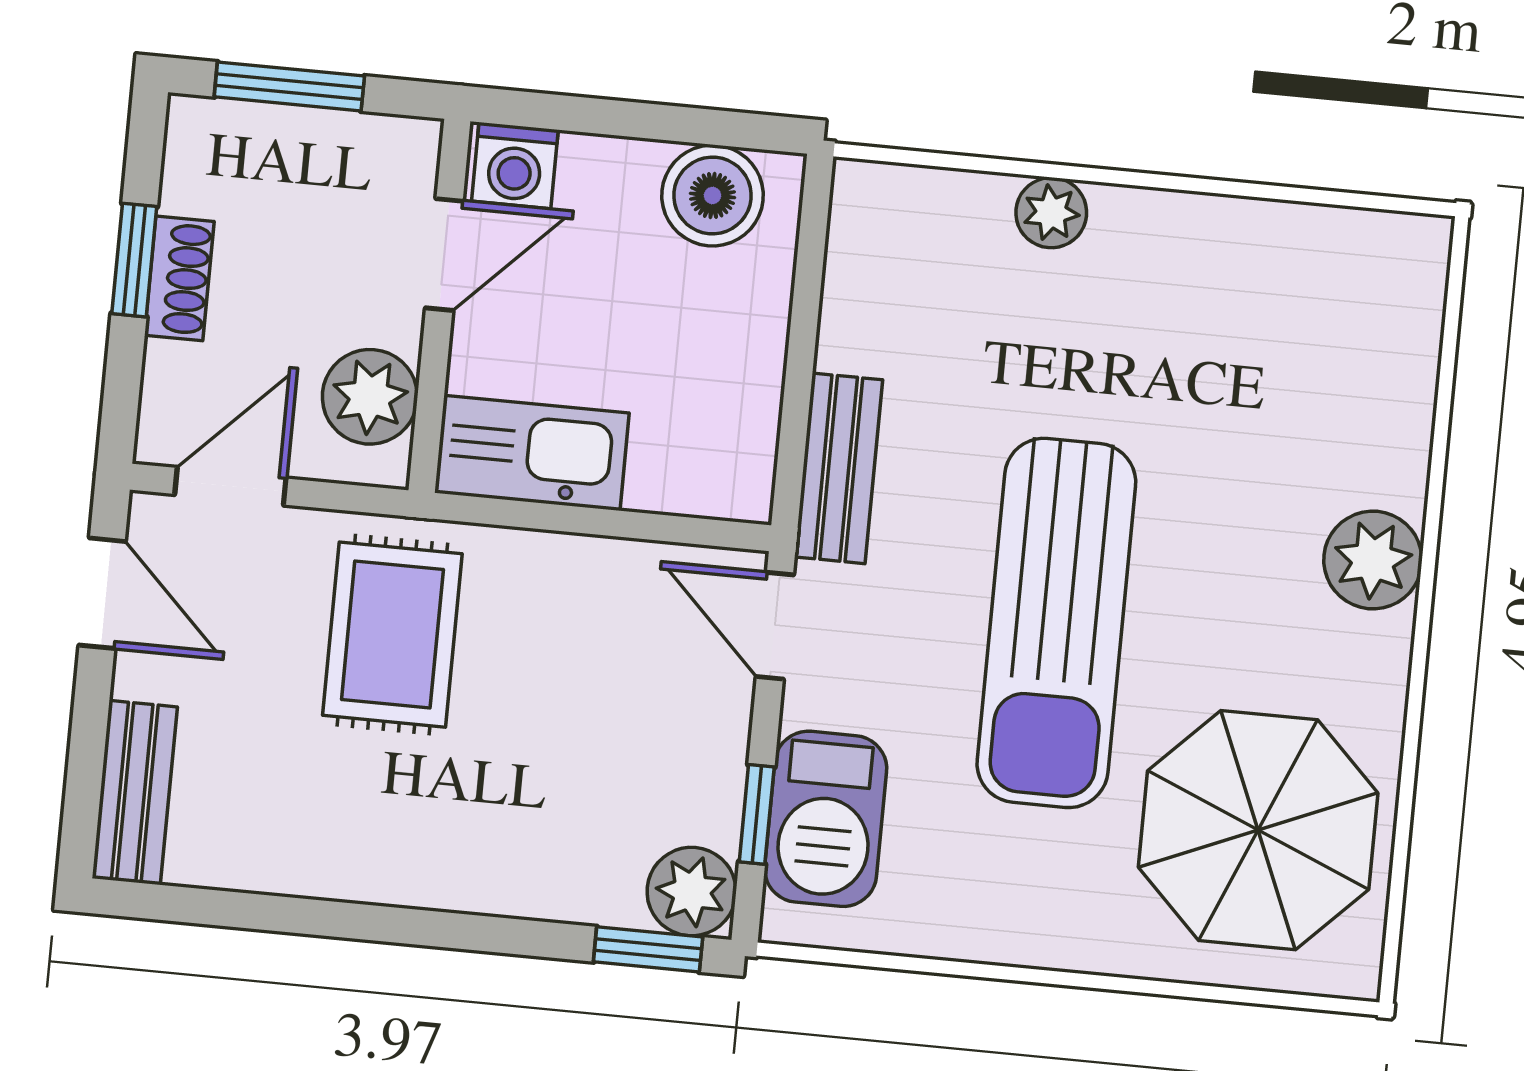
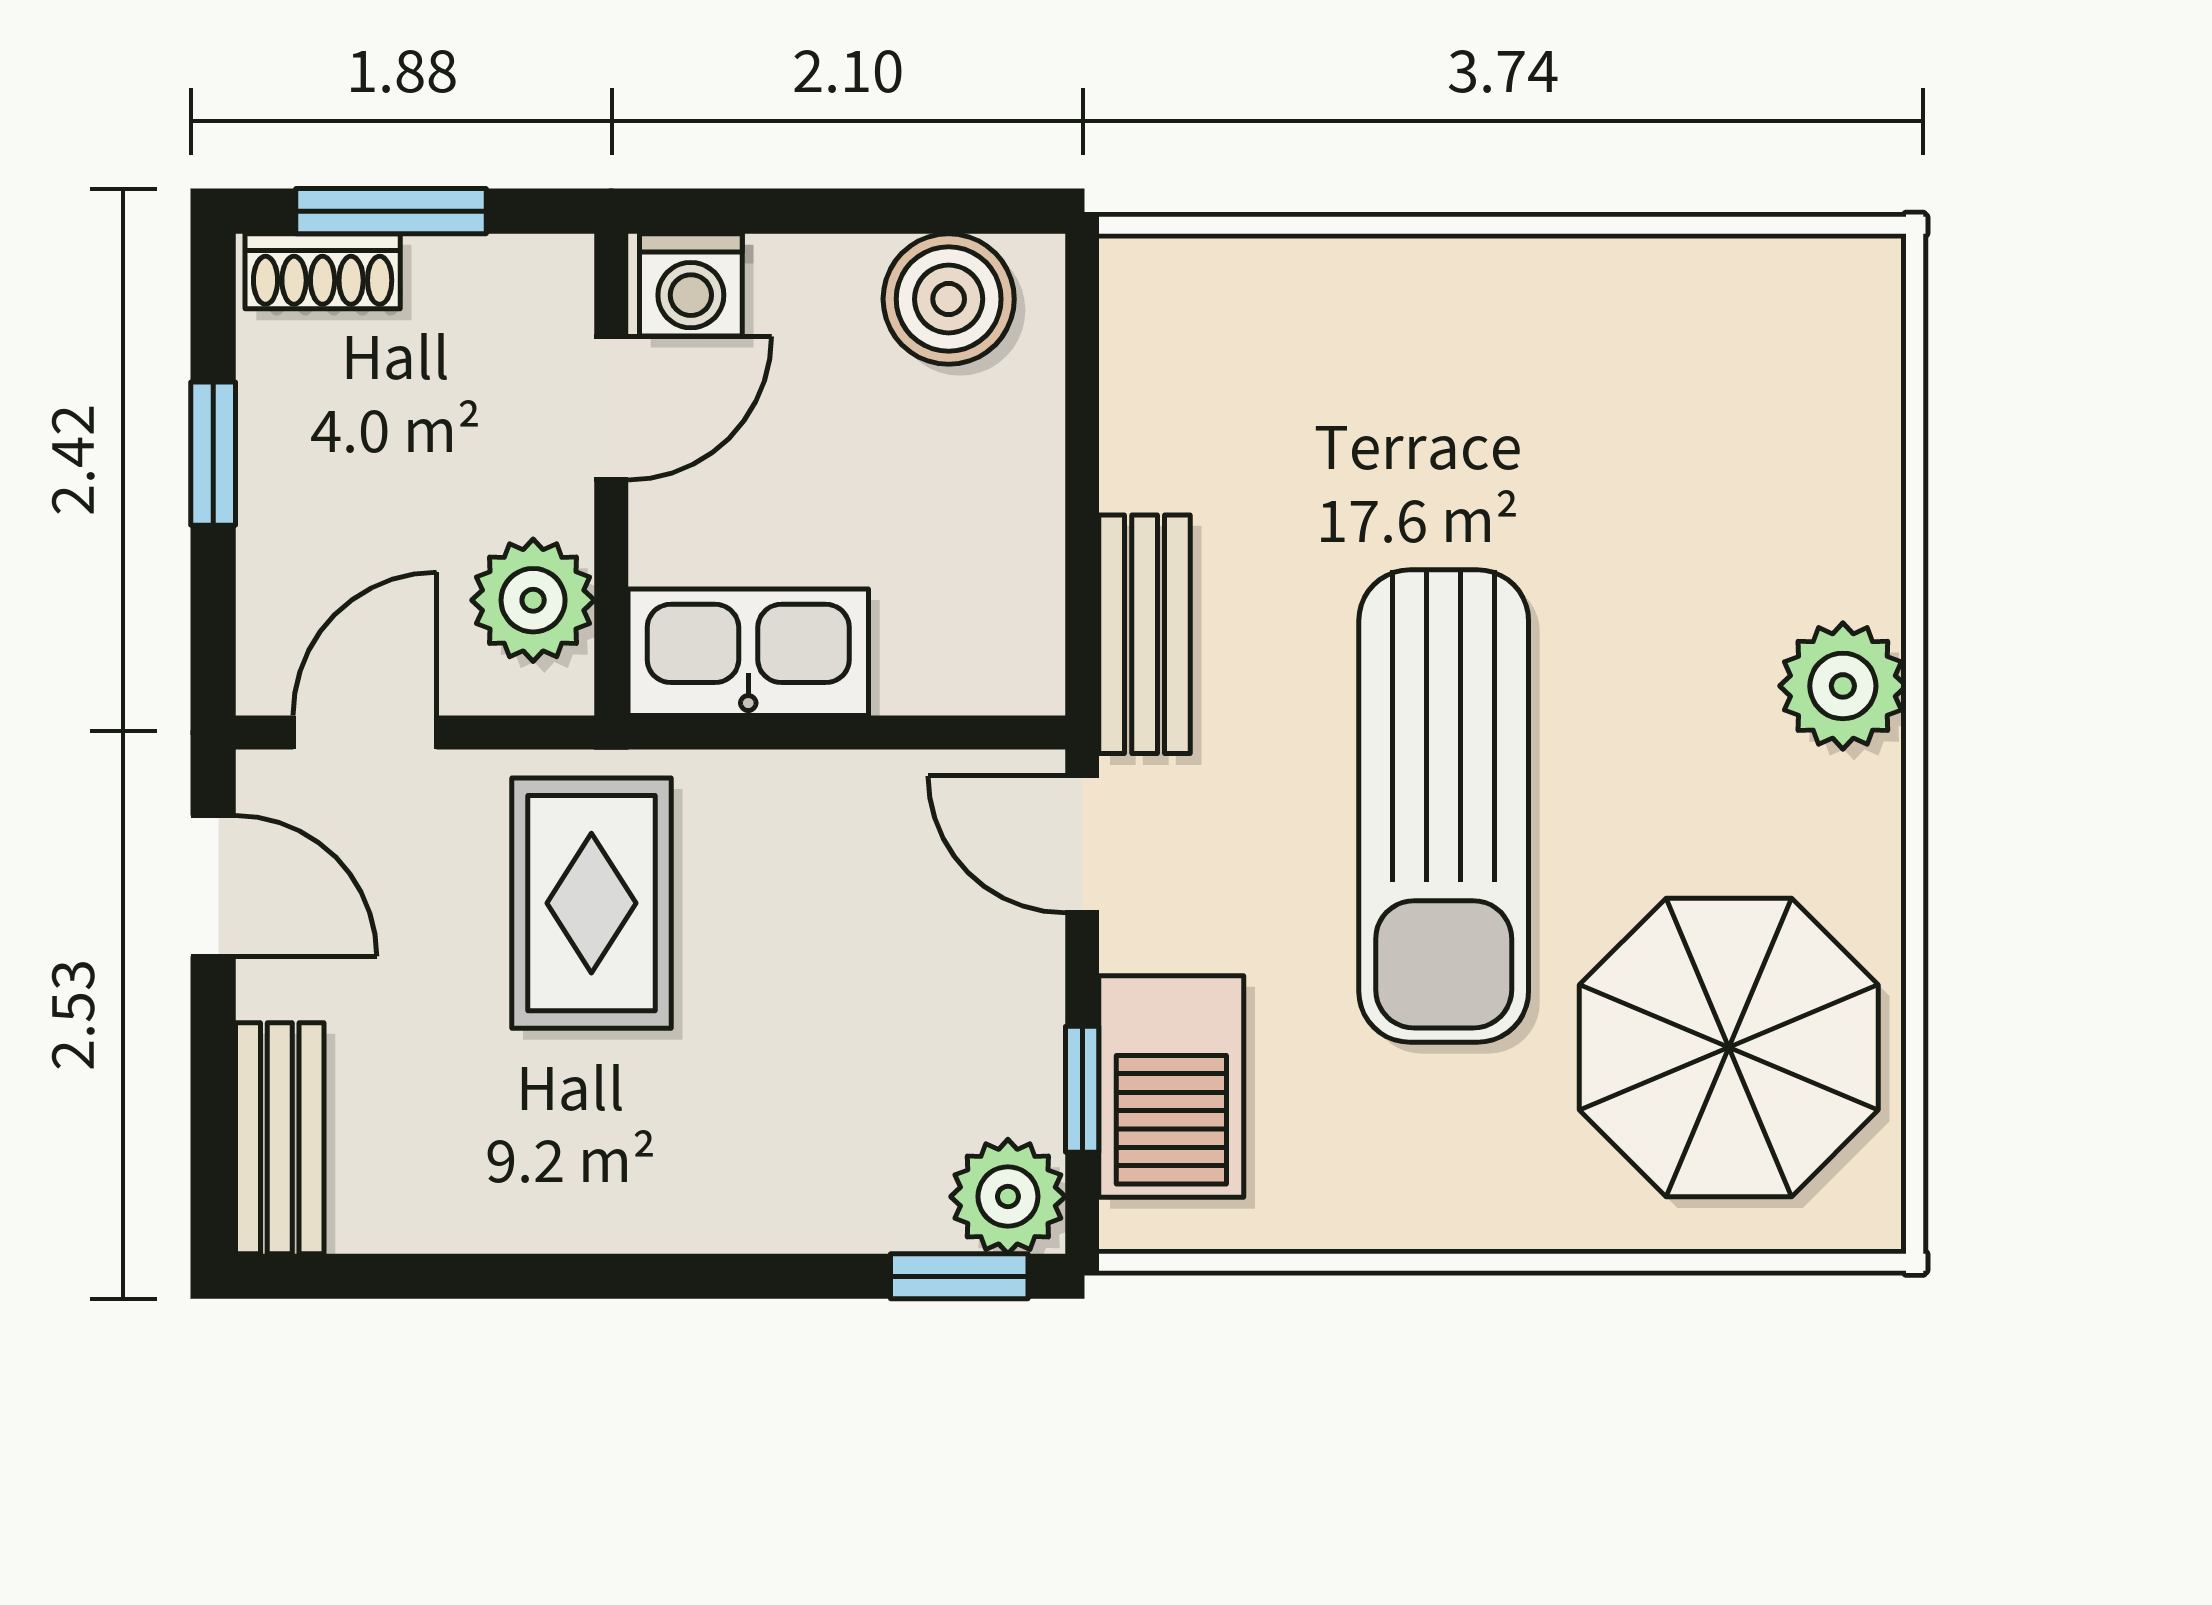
plant: (1051, 213) -> (1386, 279), removed
shoe rack: (179, 278) -> (323, 271), moved, turned 90

